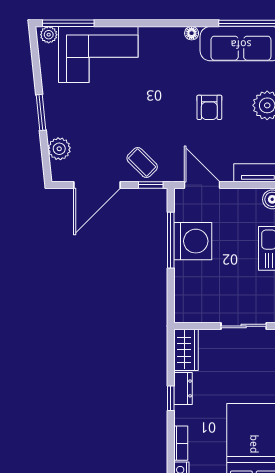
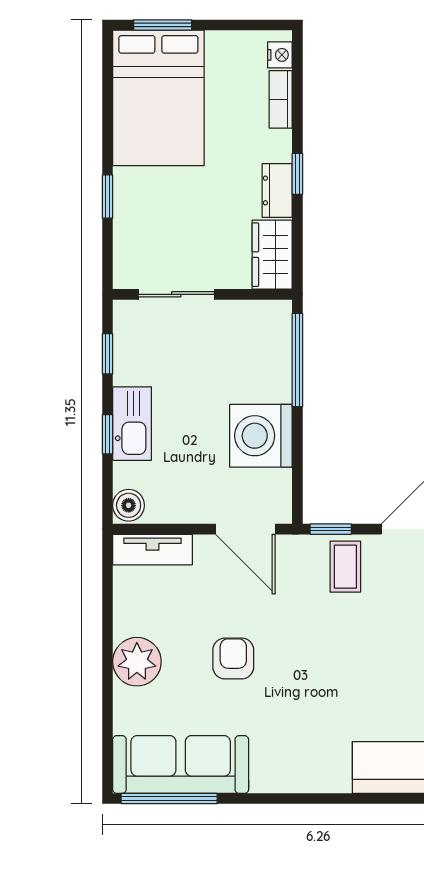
floor lamp: (192, 33) -> (263, 782), removed
coffee table: (142, 163) -> (345, 567), turned 45
window: (171, 240) -> (297, 360), moved

